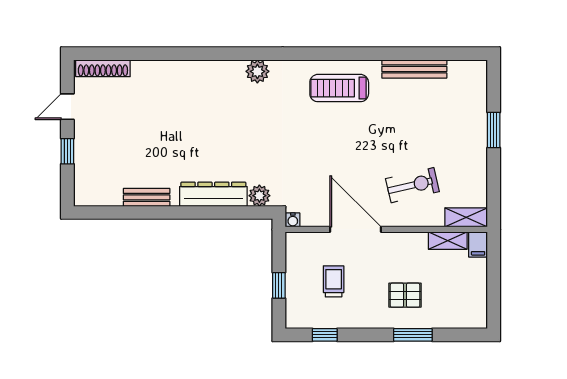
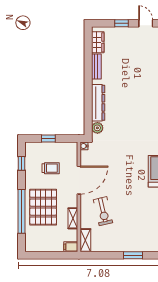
wardrobe: (102, 195) -> (98, 42), added
shelving: (448, 241) -> (73, 218), moved
pallet: (405, 295) -> (43, 207), width x2.05, depth x2.00
window: (413, 335) -> (22, 211), width x2.11

